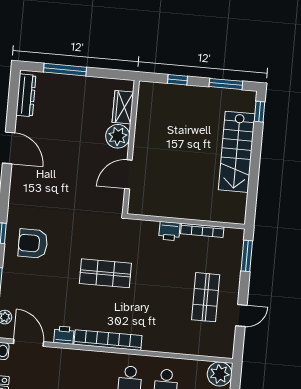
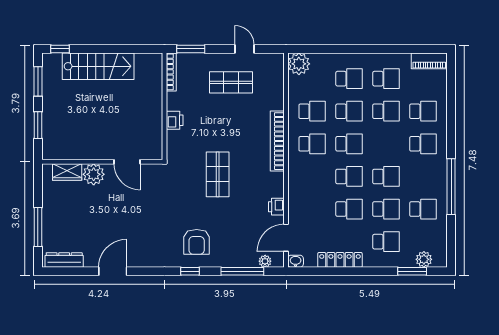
window: (177, 80) -> (38, 125), width x1.50
bookcase: (202, 230) -> (171, 72), moved
bookcase: (108, 340) -> (277, 141), moved

